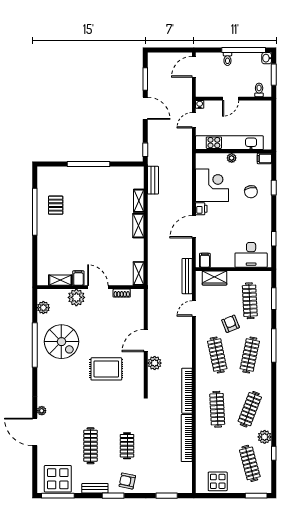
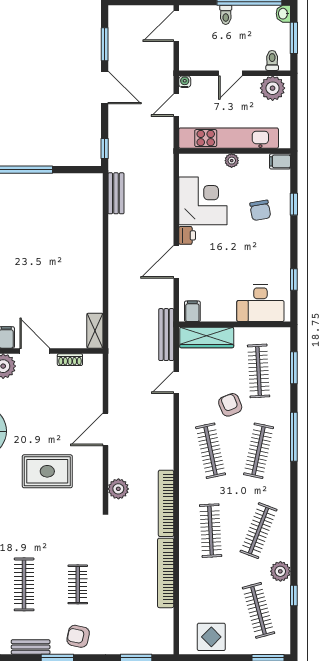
plant: (259, 109) -> (273, 88), added
shelving: (139, 201) -> (95, 224), removed
shelving: (138, 226) -> (95, 260), removed
wardrobe: (215, 278) -> (207, 337), width x1.50
plant: (155, 363) -> (118, 489), moved

